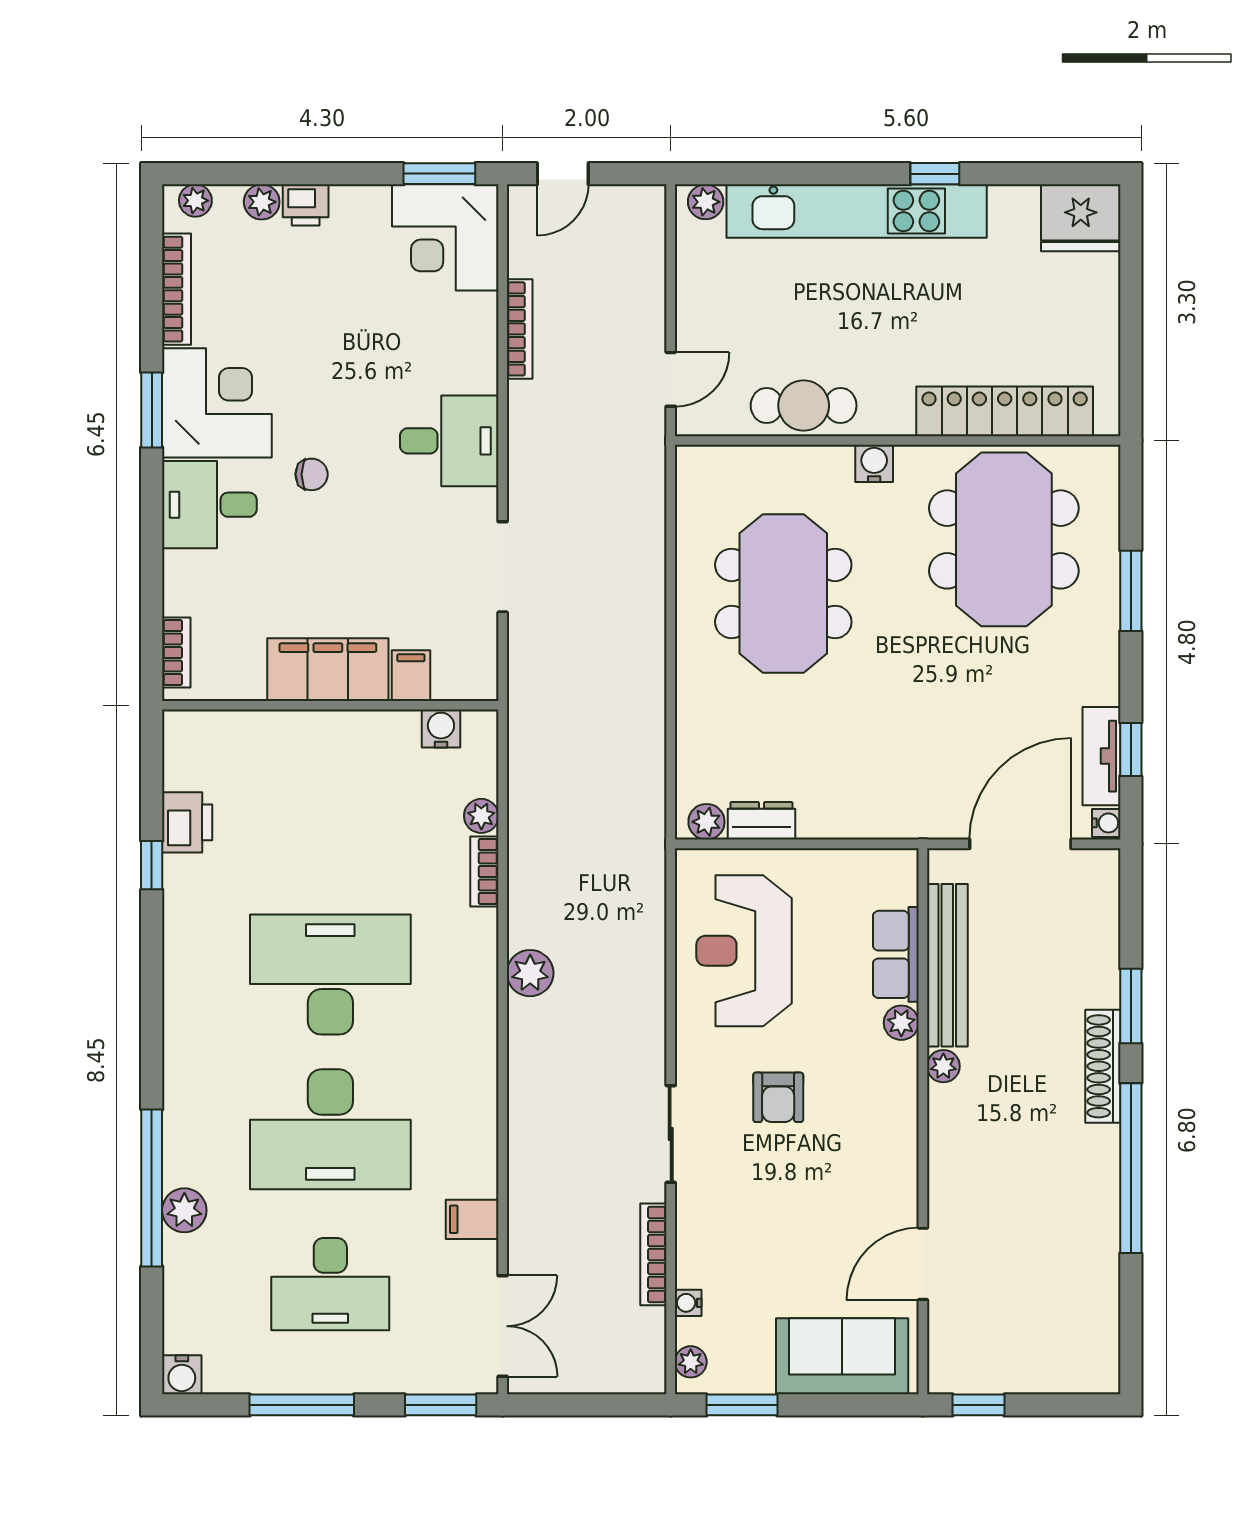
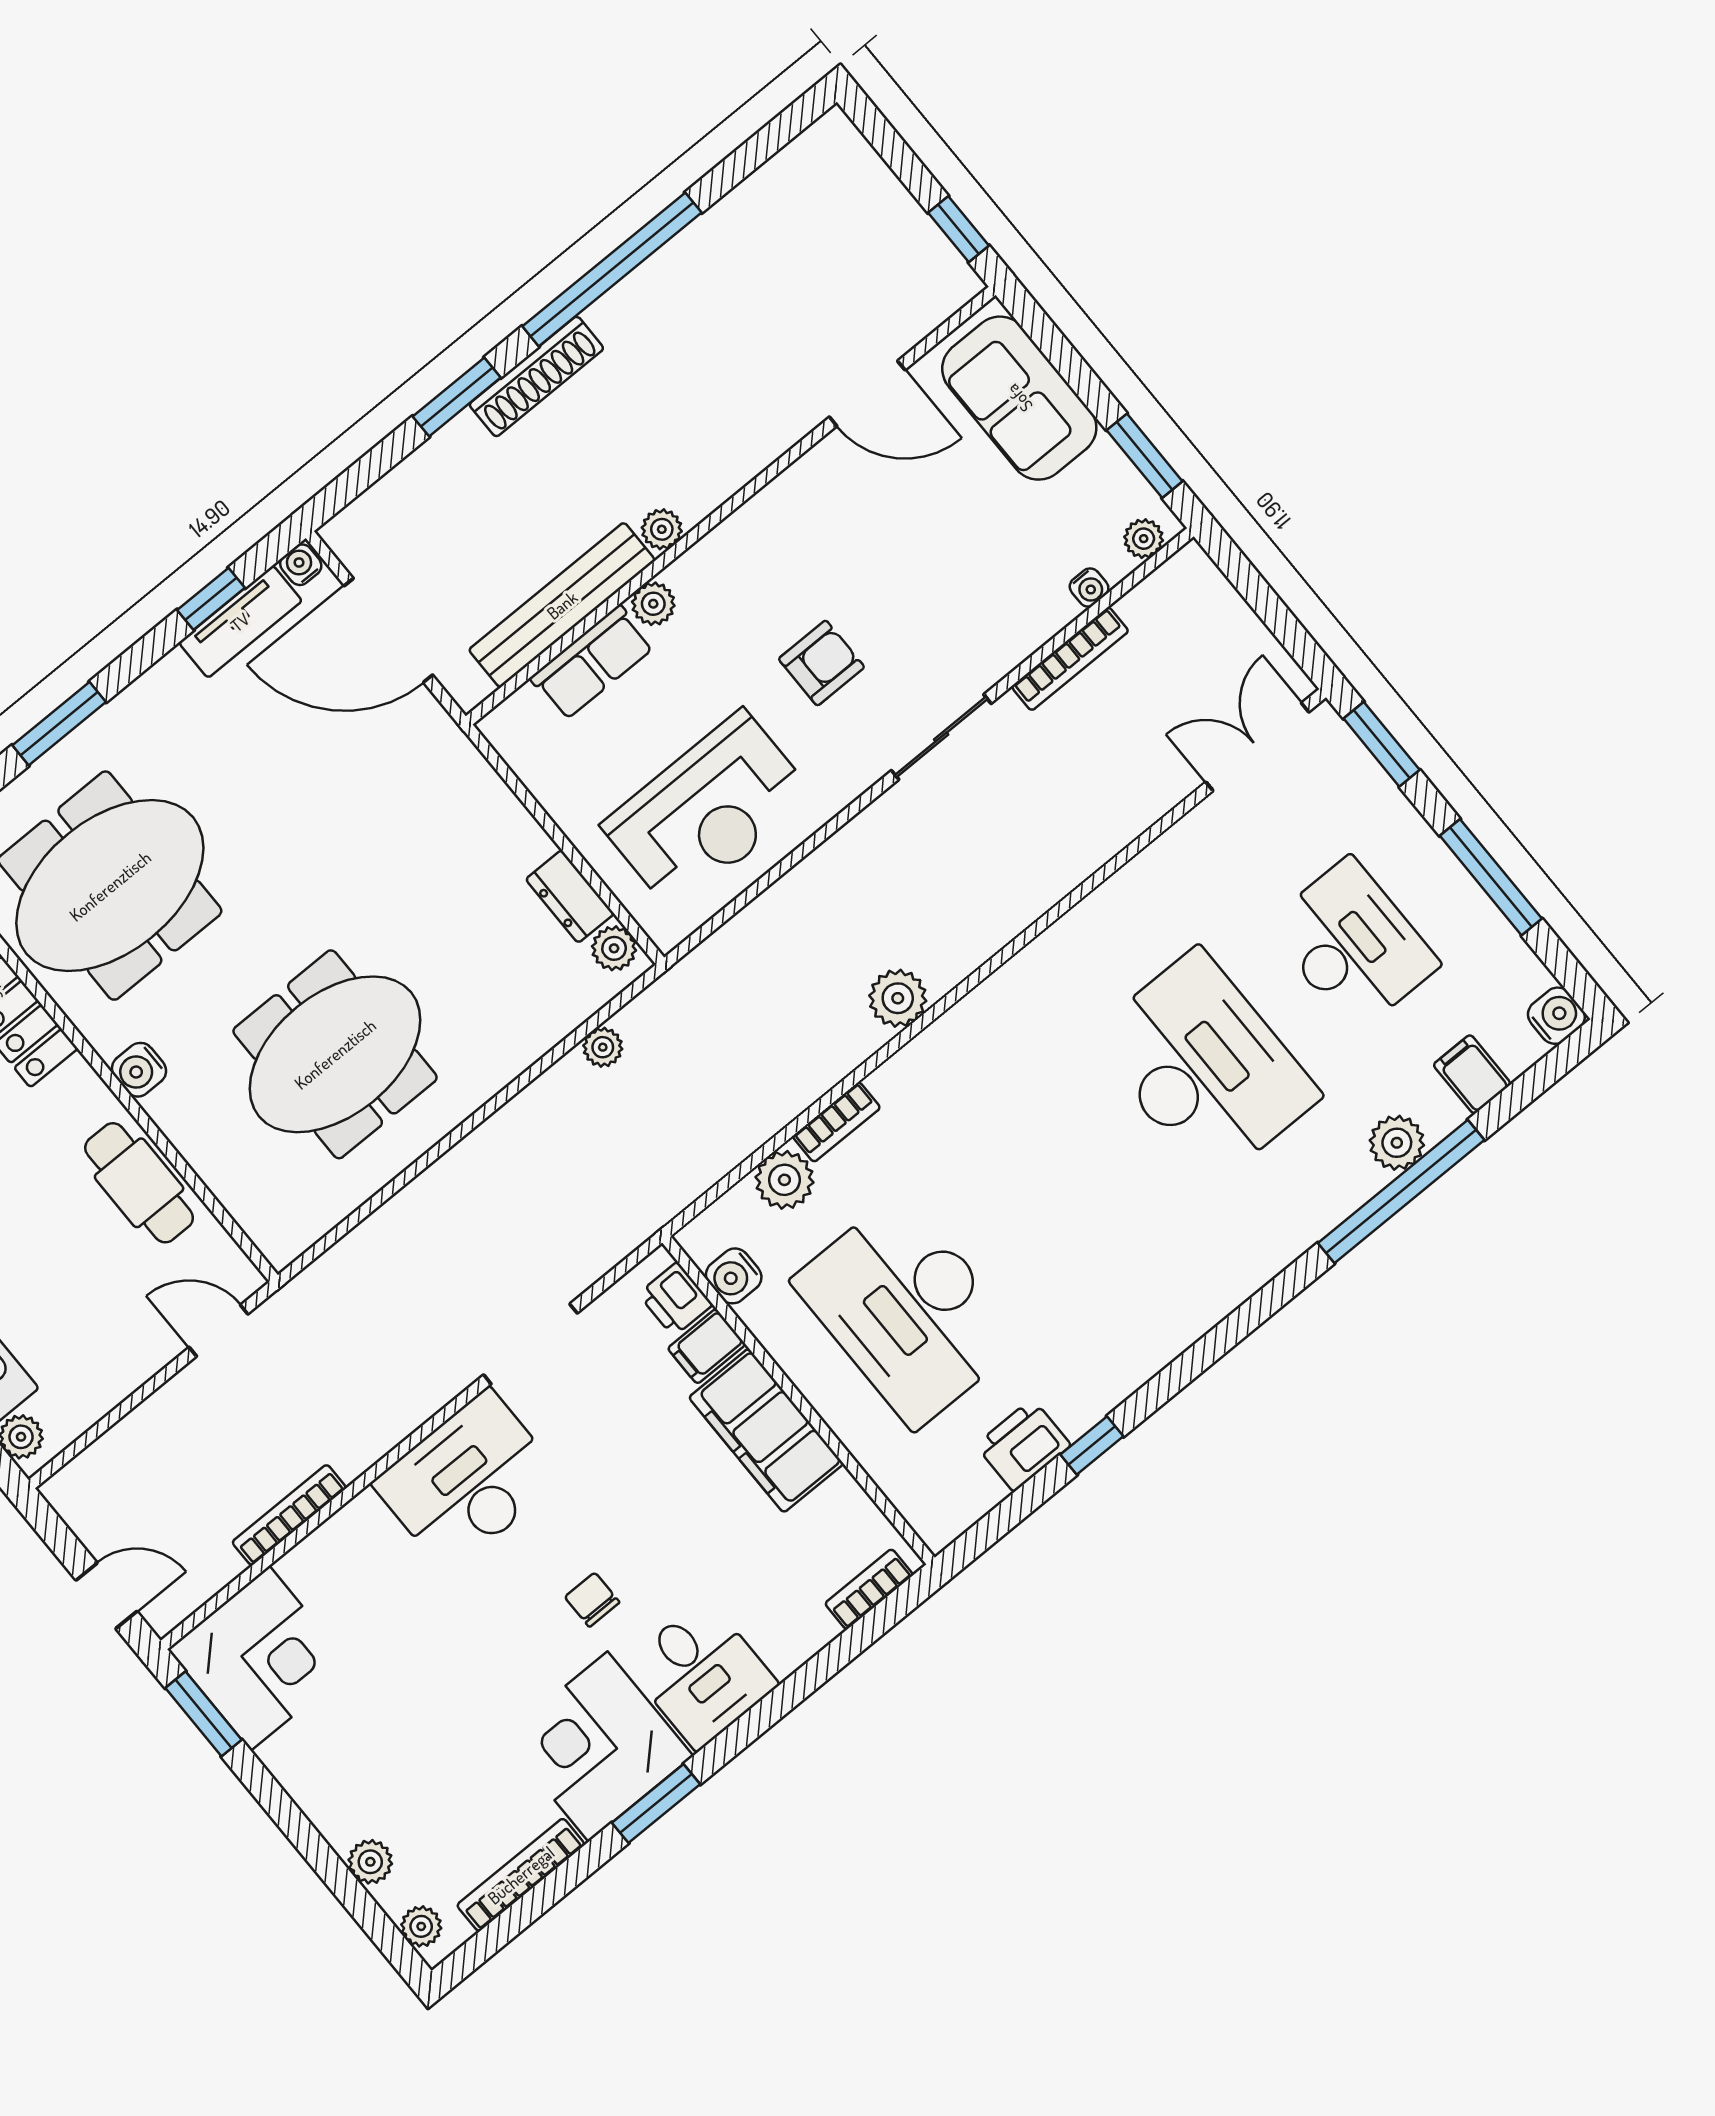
printer: (306, 205) -> (675, 1299), moved, turned 180
desk: (449, 441) -> (468, 1481), width x1.37
plant: (651, 764) -> (603, 1047), added
plant: (481, 816) -> (784, 1180), width x1.38, depth x1.38
desk: (330, 975) -> (908, 1310), moved
filing cabinet: (472, 1219) -> (1472, 1074), moved, turned 180

